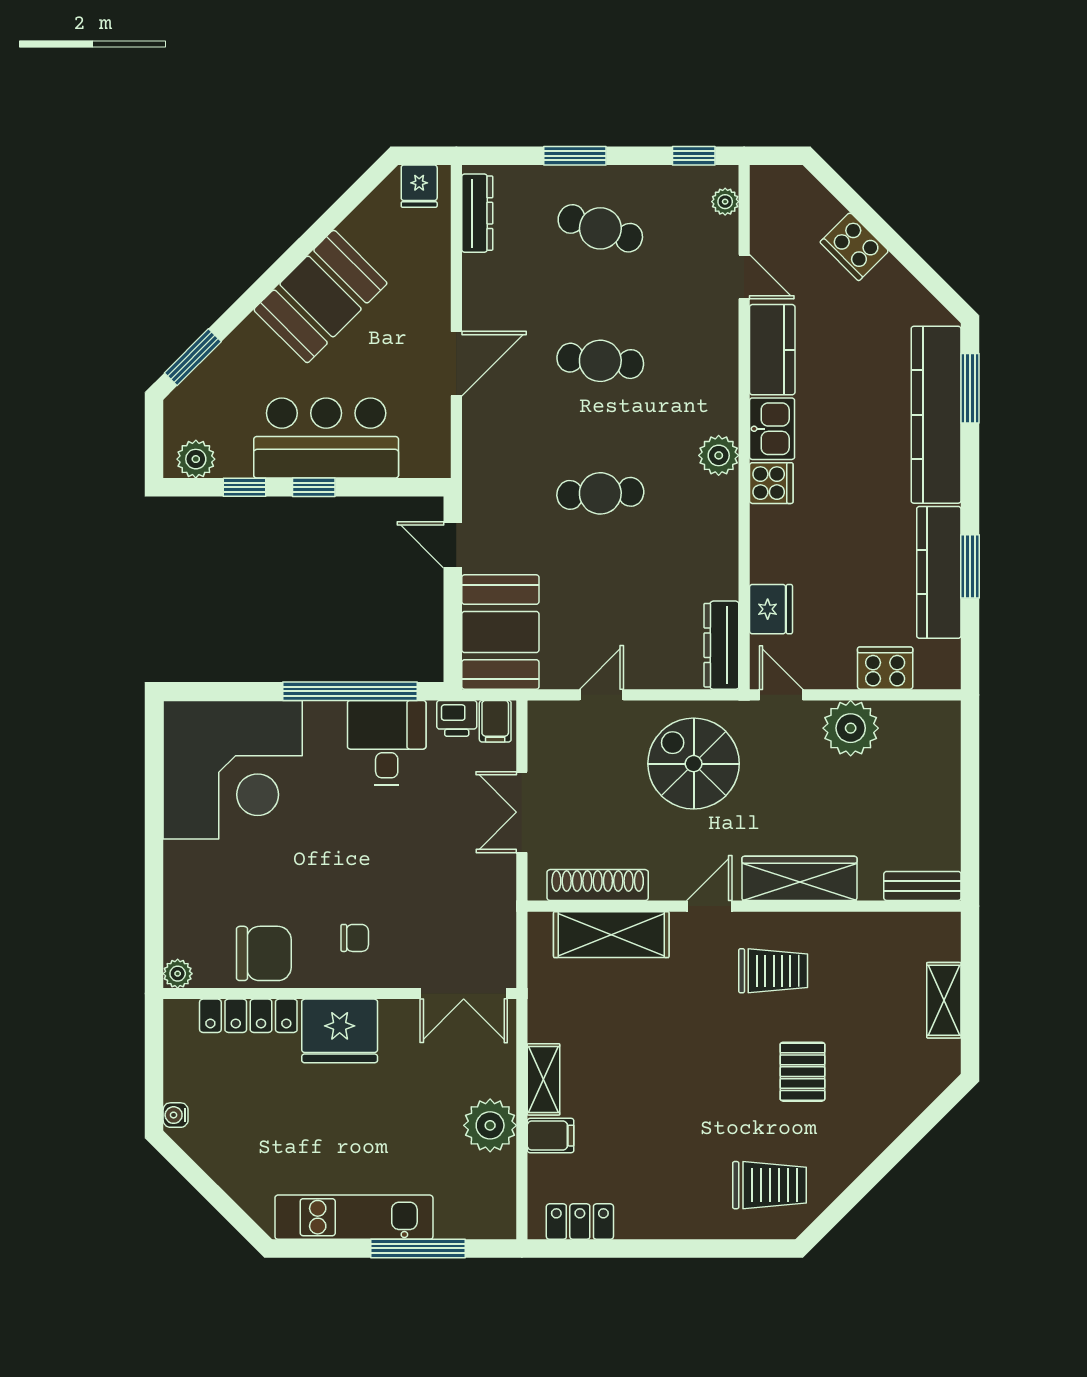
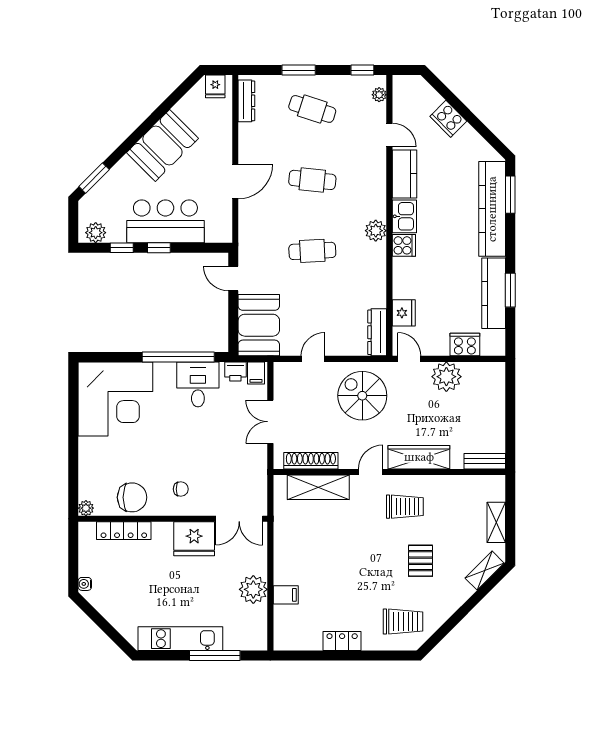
fridge: (340, 1031) -> (194, 539), moved
shelving: (544, 1079) -> (485, 571), moved, turned 45
locker: (580, 1222) -> (342, 641), moved

